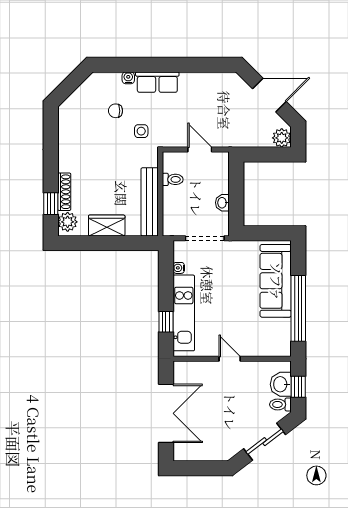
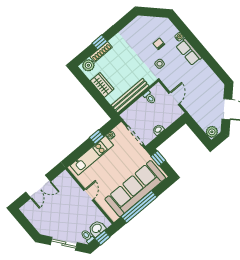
window: (51, 204) -> (100, 42), moved
window: (258, 233) -> (158, 158), added
sofa: (276, 281) -> (135, 189), width x1.36, depth x1.27
window: (166, 322) -> (97, 137), moved
double door: (166, 413) -> (38, 187), width x0.73

